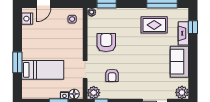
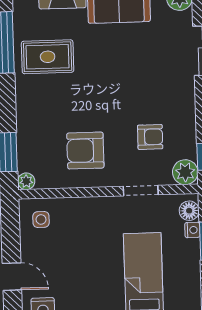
rug: (154, 25) -> (48, 57), turned 90

